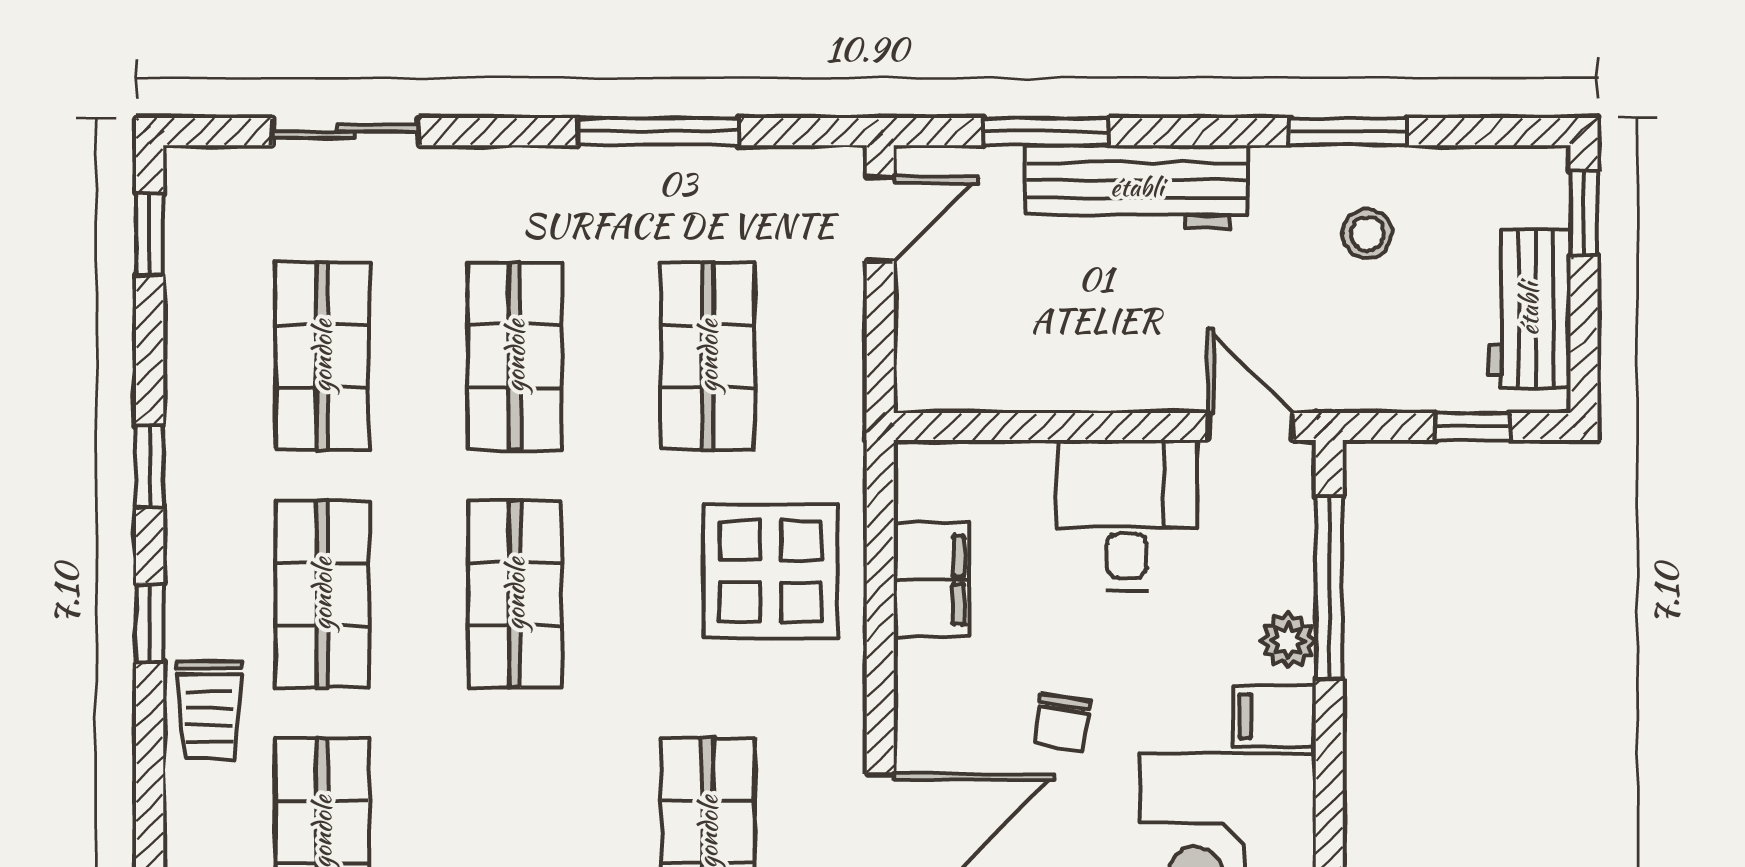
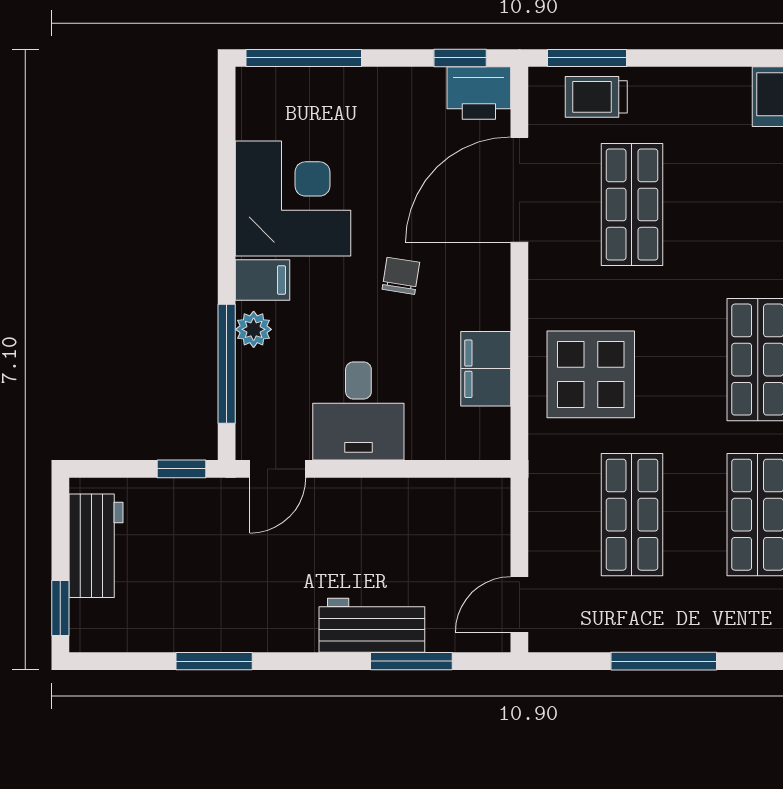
workbench: (1137, 187) -> (372, 625), width x0.73
stool: (1367, 234) -> (202, 595), removed
door: (1251, 427) -> (278, 469), hinge flipped
window: (1472, 427) -> (181, 469), moved

